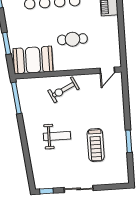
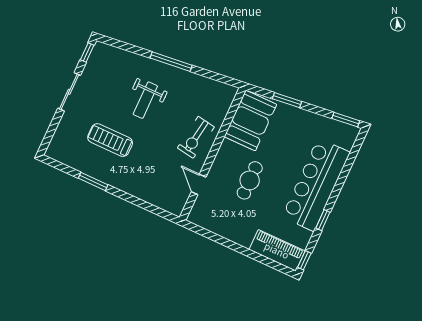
door: (107, 70) -> (199, 184), moved
exercise bike: (63, 90) -> (196, 137), turned -145
window: (16, 98) -> (171, 62), moved

